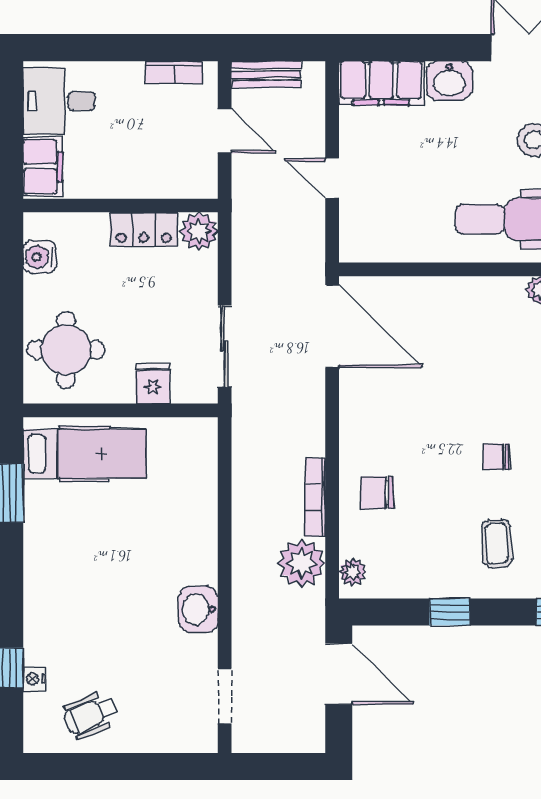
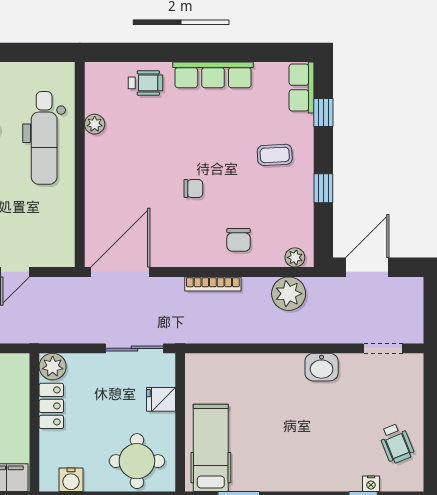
chair: (496, 457) -> (193, 189), moved, turned -90
bookcase: (315, 497) -> (213, 284), moved

